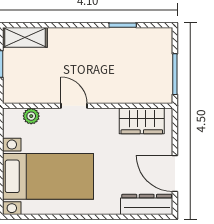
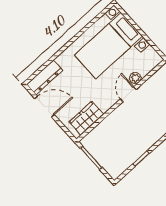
door: (74, 106) -> (128, 94), swing flipped
plant: (31, 116) -> (135, 78), moved

